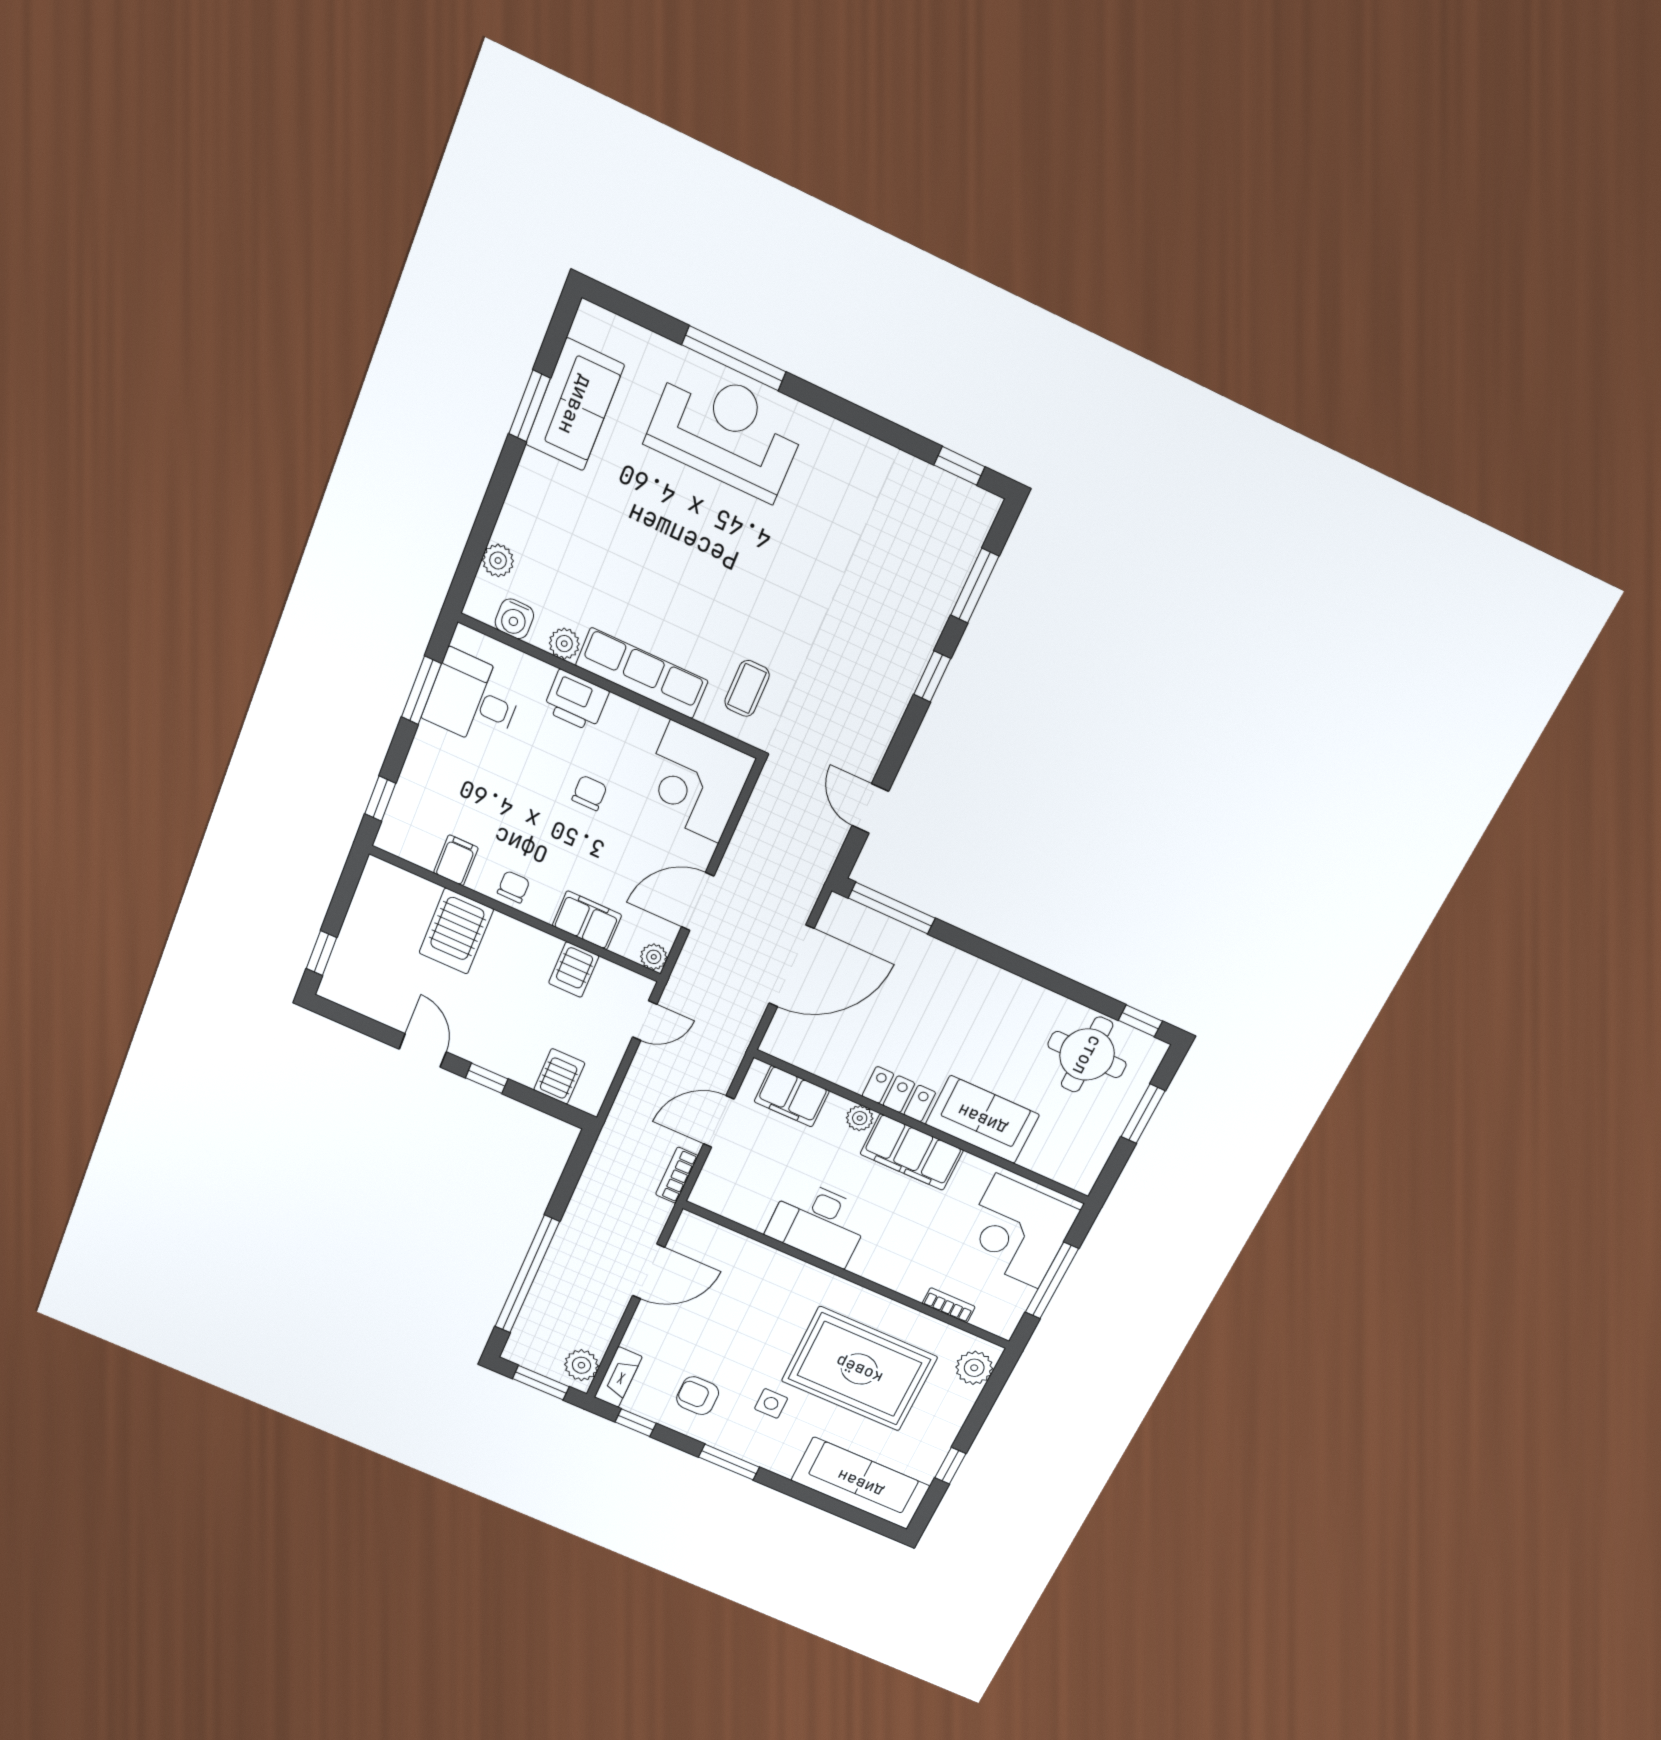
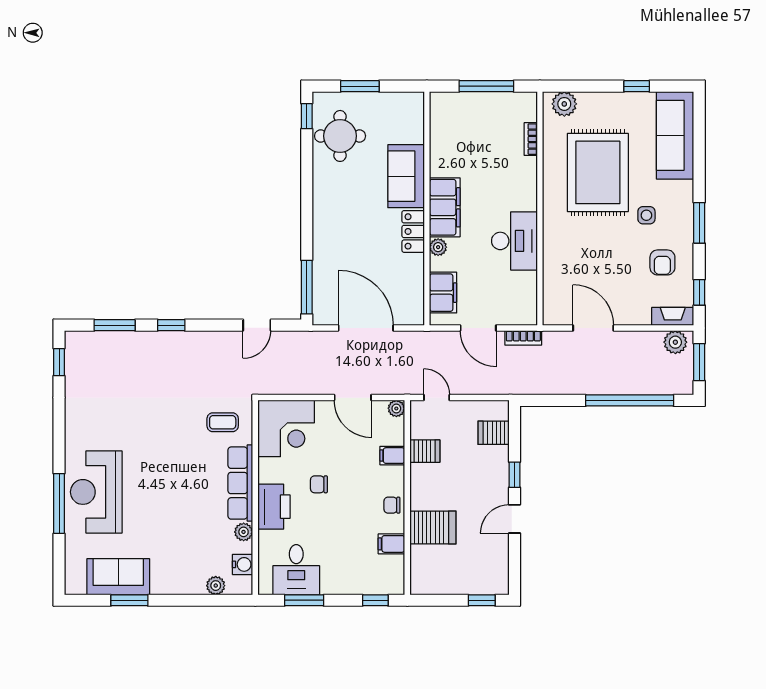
printer: (576, 701) -> (274, 507), width x1.37, depth x1.19
filing cabinet: (587, 920) -> (392, 456), width x0.50
corner desk: (1017, 1231) -> (465, 122), removed

